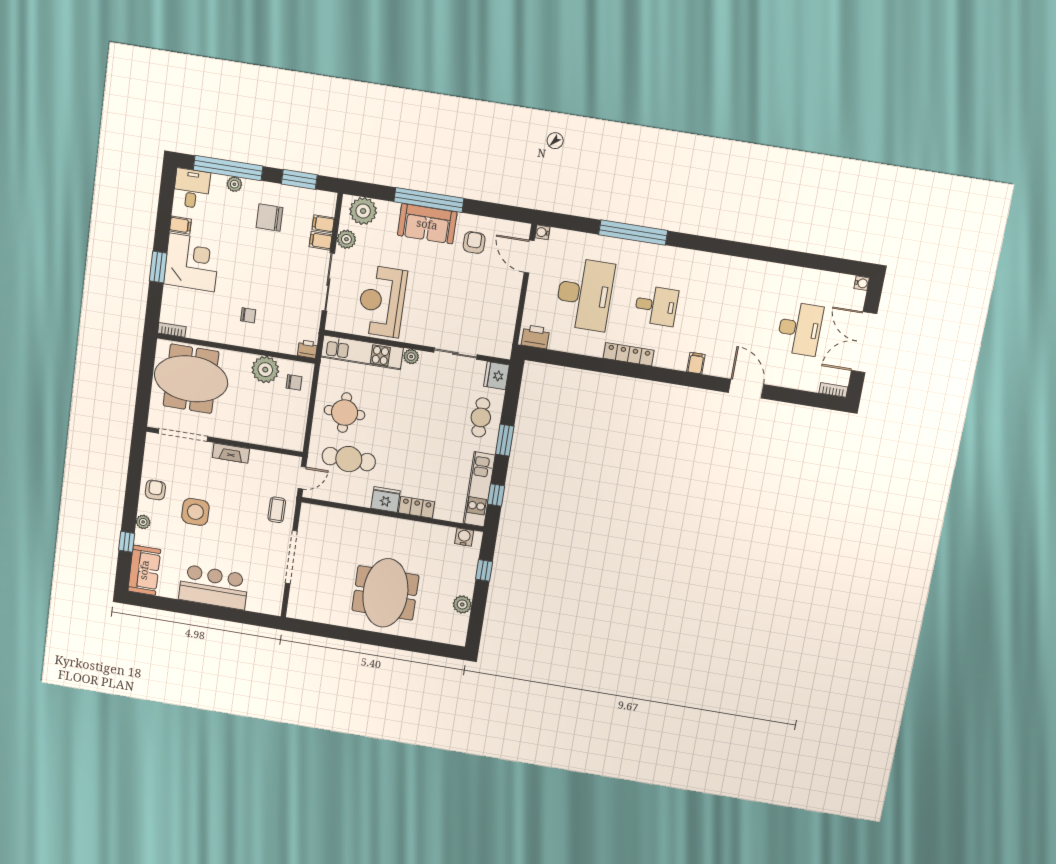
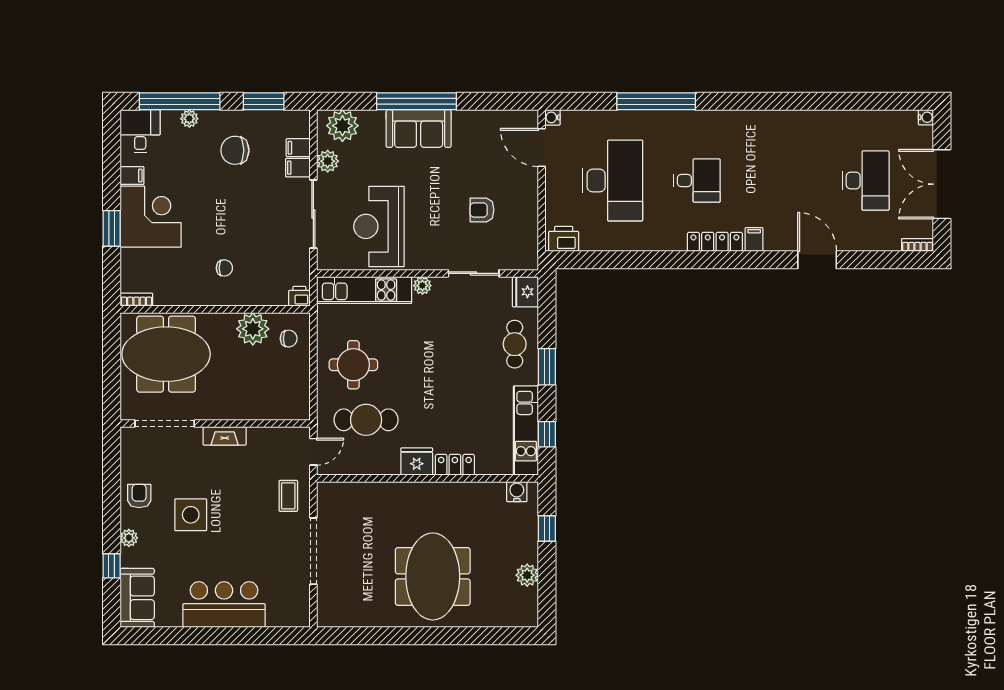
armchair: (474, 243) -> (482, 210), moved, turned -90
locker: (629, 354) -> (715, 242), moved

